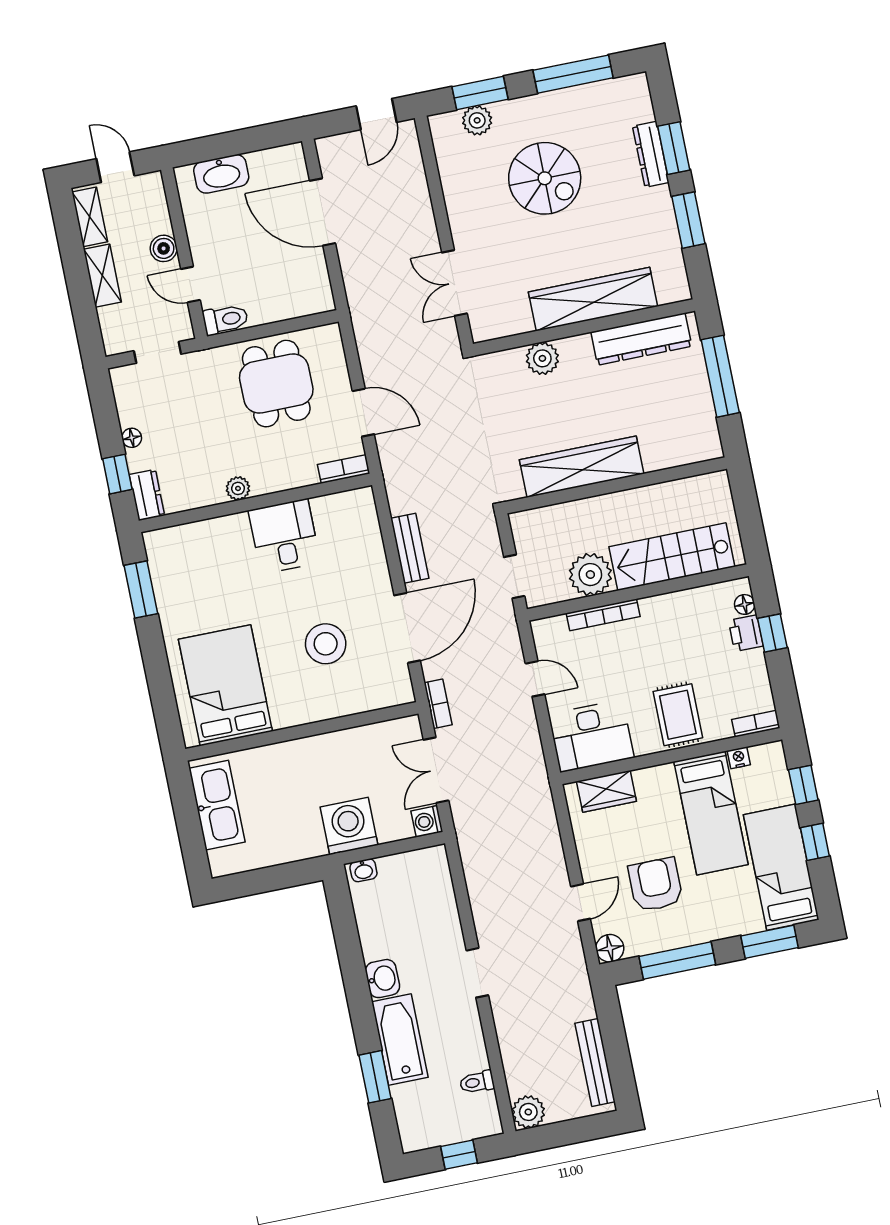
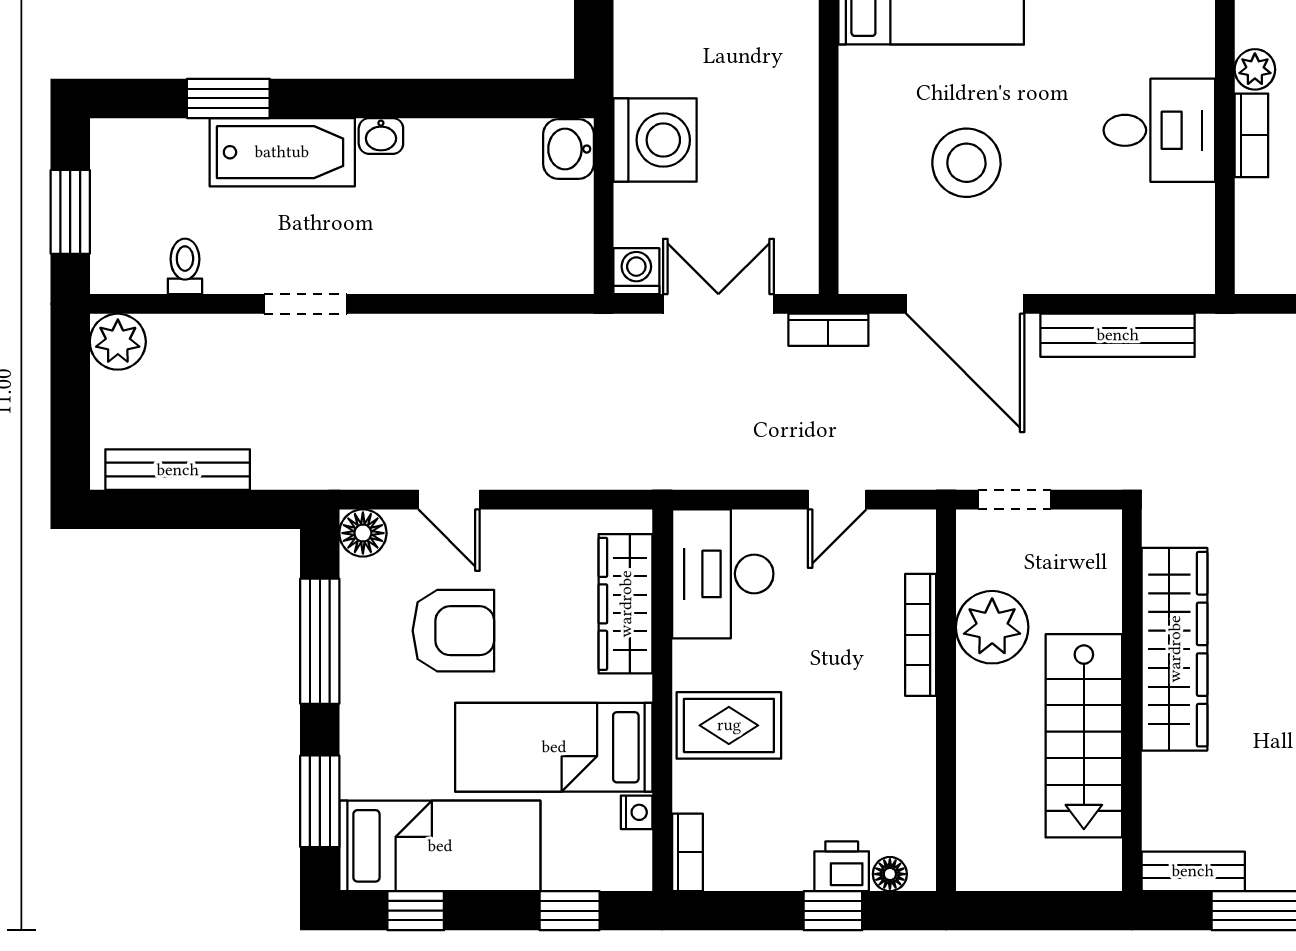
bench: (707, 430) -> (1193, 871), added
bookcase: (343, 469) -> (1251, 135), moved
bench: (410, 548) -> (1118, 335), width x1.36
stairs: (672, 557) -> (1084, 736), moved, turned 180
wardrobe: (606, 791) -> (626, 604), width x1.50
window: (815, 842) -> (416, 911), moved
washbasin: (363, 870) -> (568, 149), width x1.38, depth x1.45
doorway: (477, 973) -> (306, 304), moved
washbasin: (382, 979) -> (381, 136), width x0.72, depth x0.69
window: (459, 1155) -> (70, 212), width x1.50

